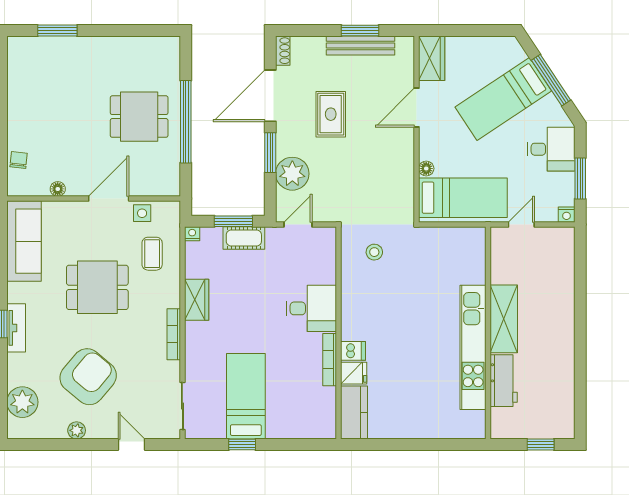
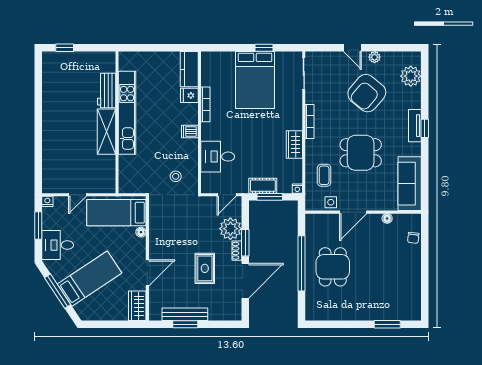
shoe rack: (283, 51) -> (237, 251), moved
dining table: (139, 117) -> (333, 267), turned 90
desk: (311, 308) -> (218, 157), moved
shelving: (504, 319) -> (107, 132), moved
wall: (488, 333) -> (117, 122), moved
kitchen unit: (473, 347) -> (127, 113), moved
dishwasher: (353, 351) -> (190, 131), moved
workbench: (504, 381) -> (107, 90), moved
bed: (246, 396) -> (255, 80), width x1.50
door: (131, 445) -> (352, 48), moved

